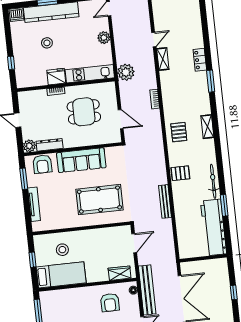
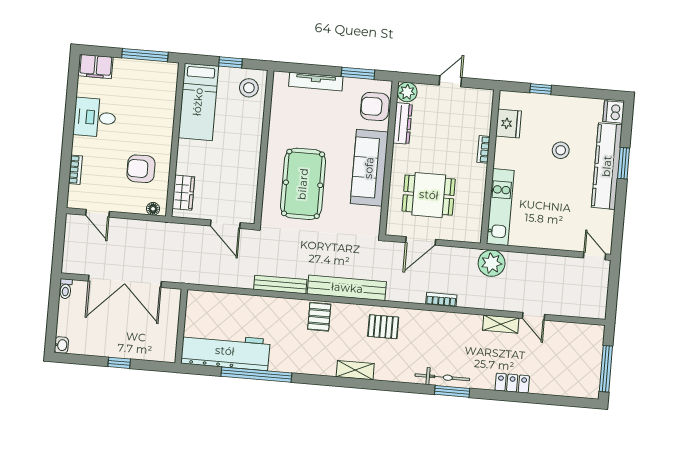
plant: (104, 38) -> (552, 240), removed
locker: (200, 60) -> (512, 383), moved
fridge: (56, 77) -> (508, 124), moved
dining table: (84, 112) -> (429, 195), moved, turned 90
shelving: (207, 127) -> (355, 370), moved
bicycle: (213, 181) -> (442, 377), moved
window: (224, 205) -> (256, 375), width x2.11
stool: (62, 250) -> (249, 88), moved
bench: (147, 290) -> (347, 288), moved

